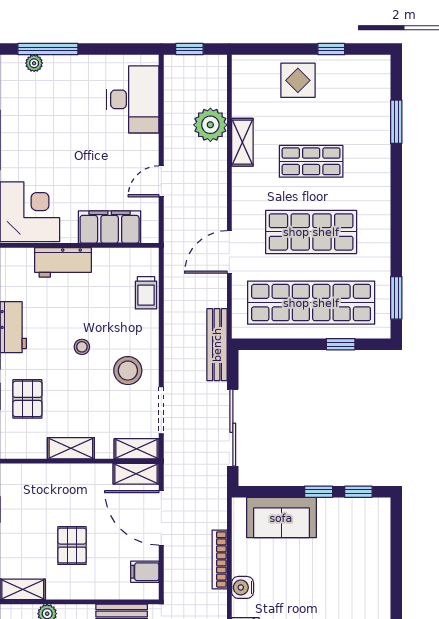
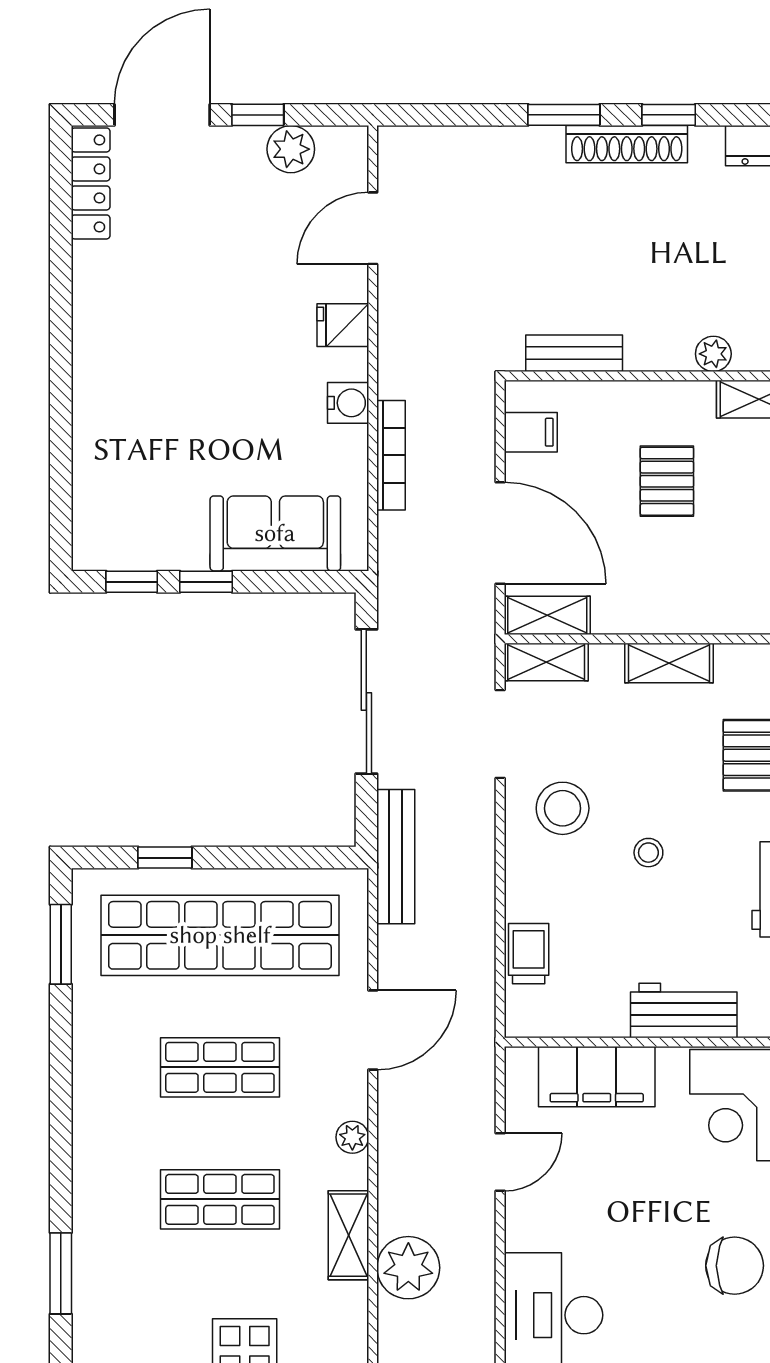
chair: (36, 126) -> (735, 1266), added
plant: (240, 195) -> (352, 1137), added
shop shelf: (311, 232) -> (220, 1067), width x0.70, depth x0.74

